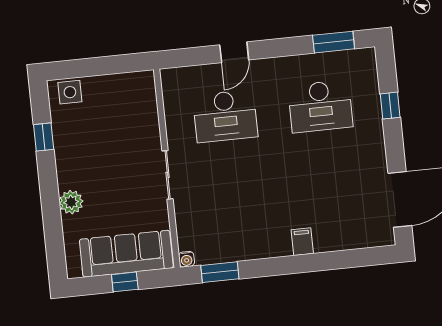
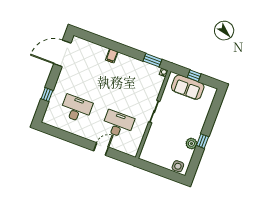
window: (334, 42) -> (57, 133), removed
window: (44, 137) -> (203, 141), moved
plant: (71, 202) -> (191, 144), moved
sofa: (126, 254) -> (188, 87), width x0.73

